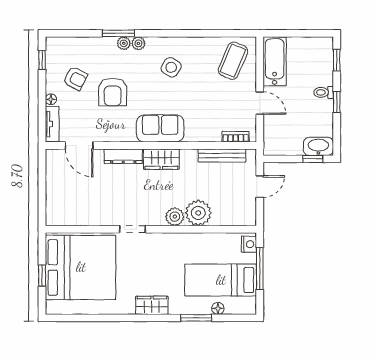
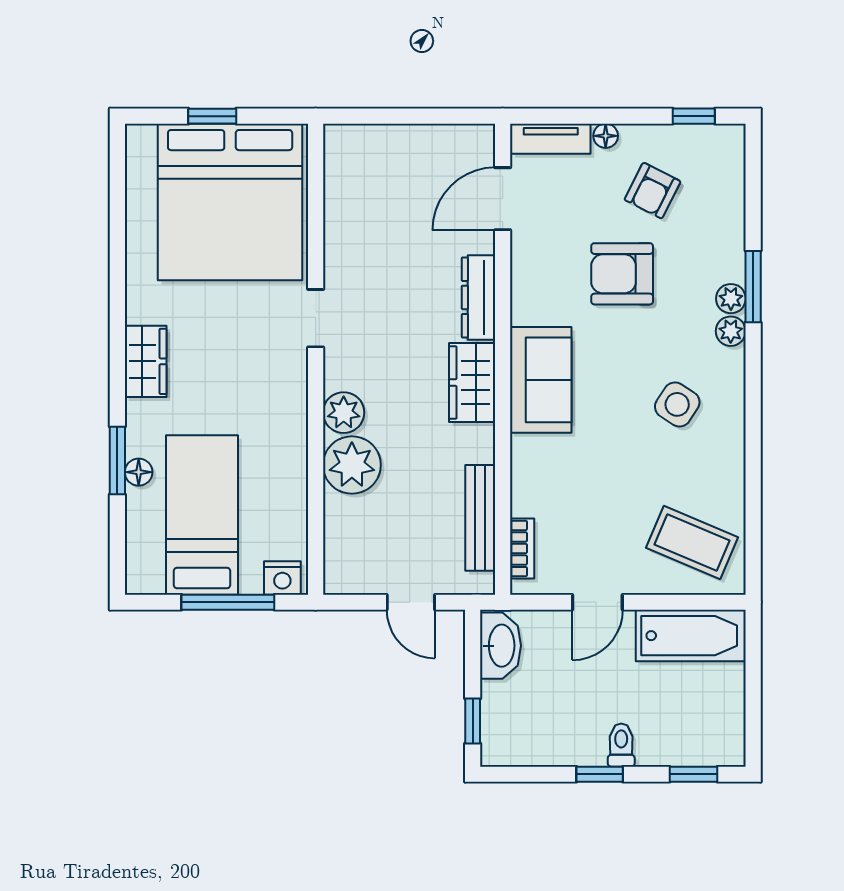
washbasin: (318, 146) -> (500, 646), moved
floor lamp: (218, 308) -> (139, 472), moved

